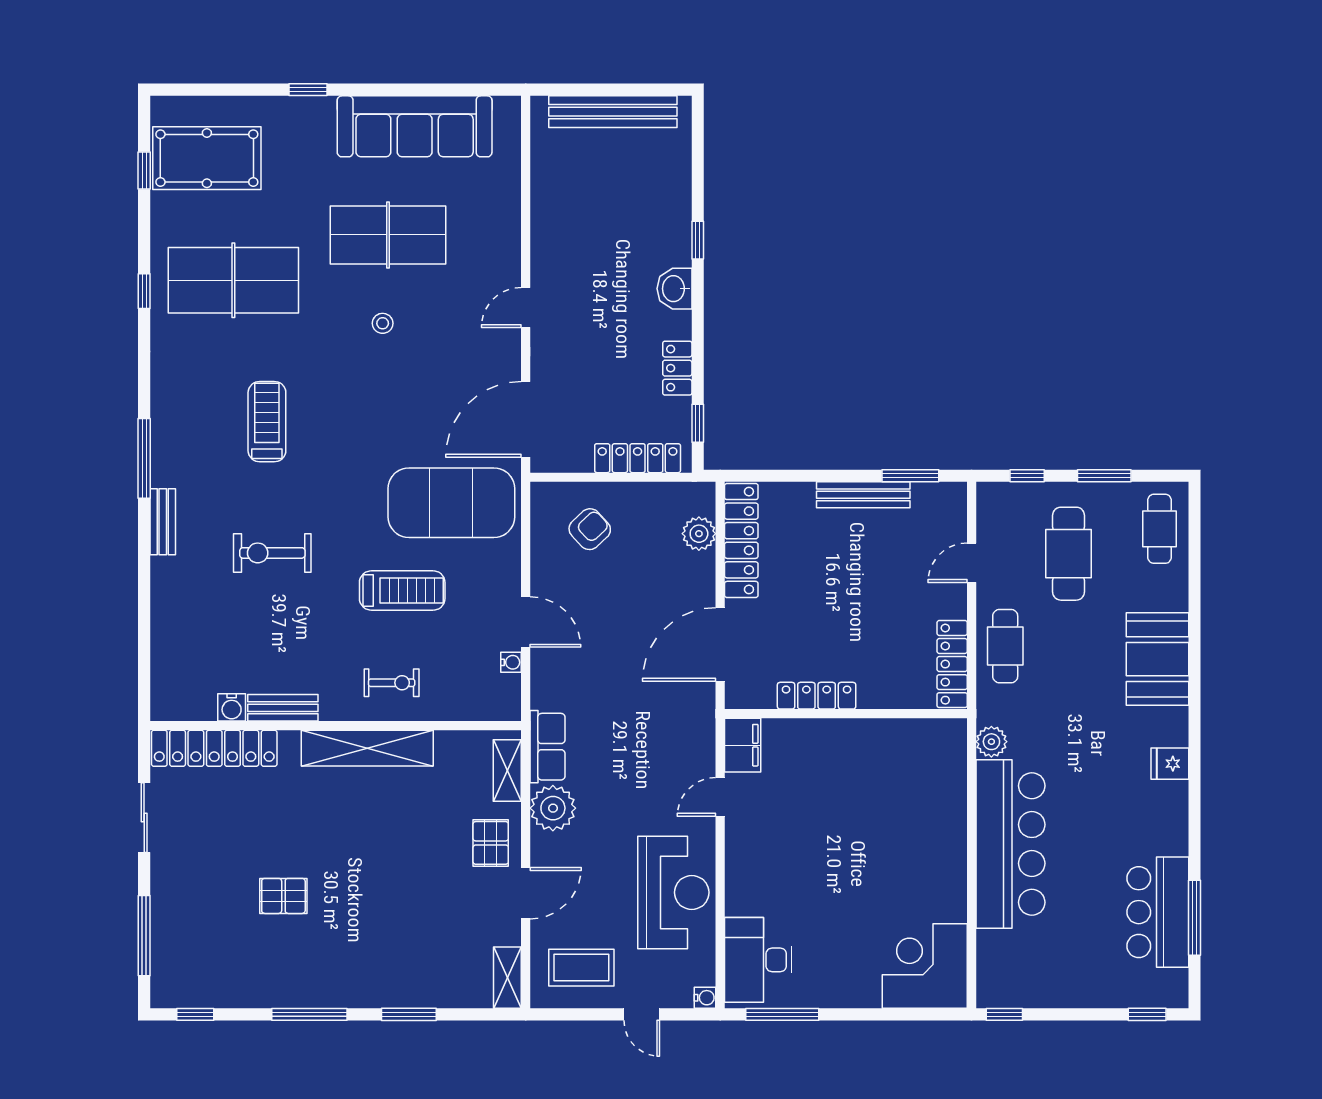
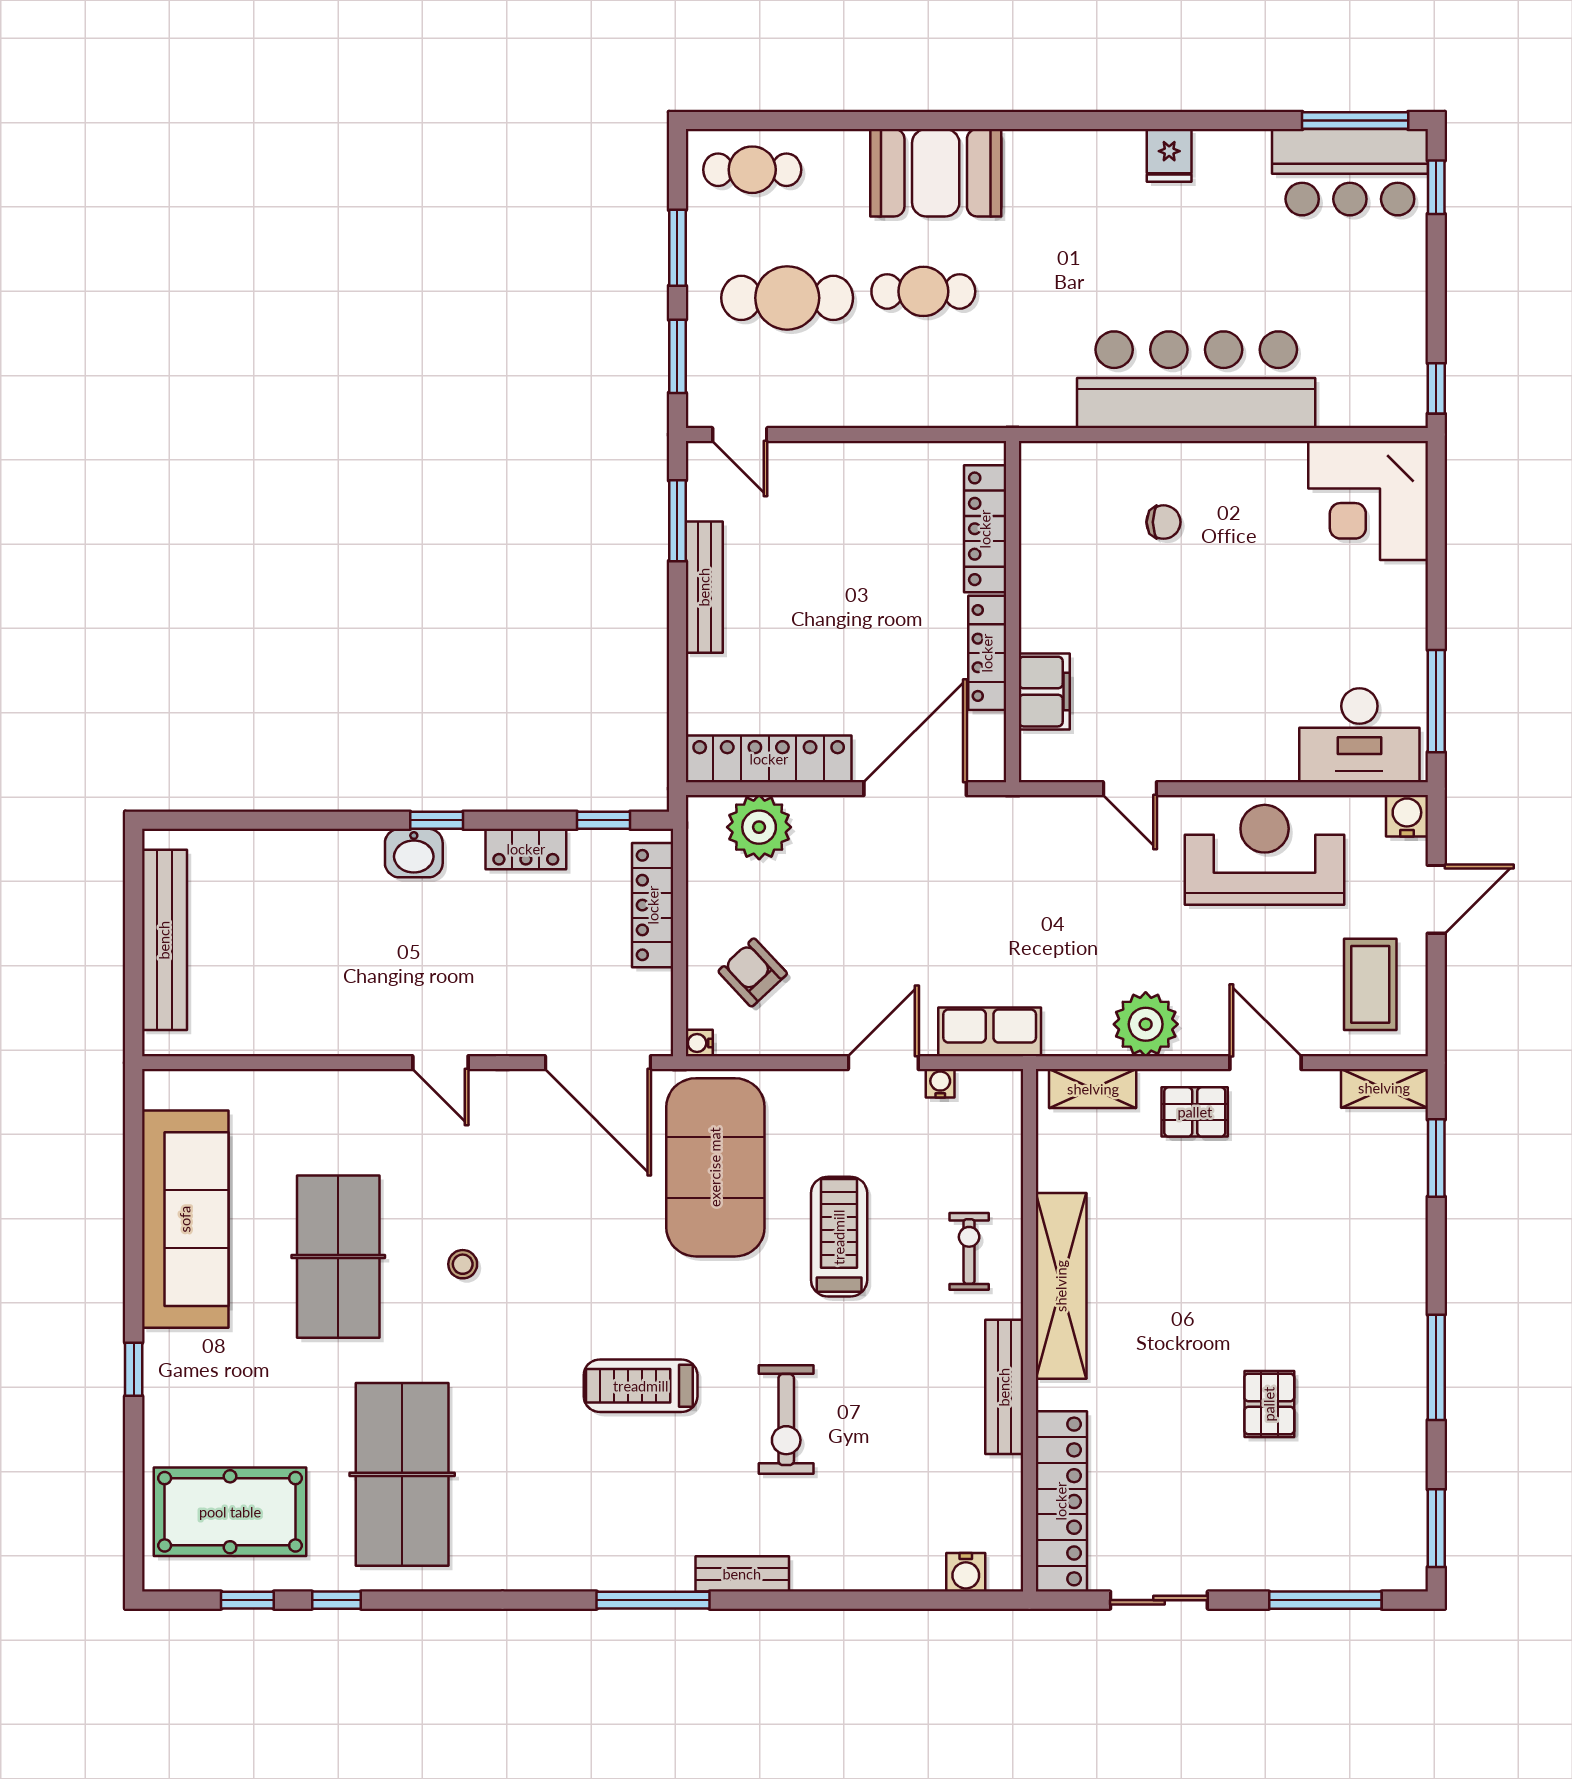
pool table: (207, 158) -> (230, 1512), turned 90
window: (698, 240) -> (437, 820), moved
window: (144, 291) -> (336, 1600), moved
treadmill: (267, 422) -> (641, 1386), moved
window: (1027, 476) -> (677, 356), width x1.50
water cooler: (540, 491) -> (699, 1043), added
plant: (699, 534) -> (759, 827), width x1.36, depth x1.36
door: (972, 563) -> (740, 435), moved
door: (720, 644) -> (915, 789), swing flipped
cafe table: (1005, 646) -> (923, 291), moved
locker: (952, 664) -> (985, 529), moved, turned 90
water cooler: (232, 707) -> (966, 1572), moved, turned 90
bench: (283, 708) -> (1004, 1387), width x1.36
plant: (991, 742) -> (1052, 407), removed
filing cabinet: (743, 745) -> (1044, 692), moved, turned 90
row of seats: (548, 747) -> (990, 1032), moved
fridge: (1170, 764) -> (1169, 155), moved
chair: (909, 821) -> (1163, 522), added
bar counter: (1158, 912) -> (1350, 172), moved
window: (1194, 918) -> (1355, 121), moved
water cooler: (705, 998) -> (1407, 816), width x1.38, depth x1.38
window: (195, 1014) -> (1436, 1528), width x1.50
window: (409, 1014) -> (1436, 1158), moved
door: (642, 1014) -> (1436, 899), width x1.38

